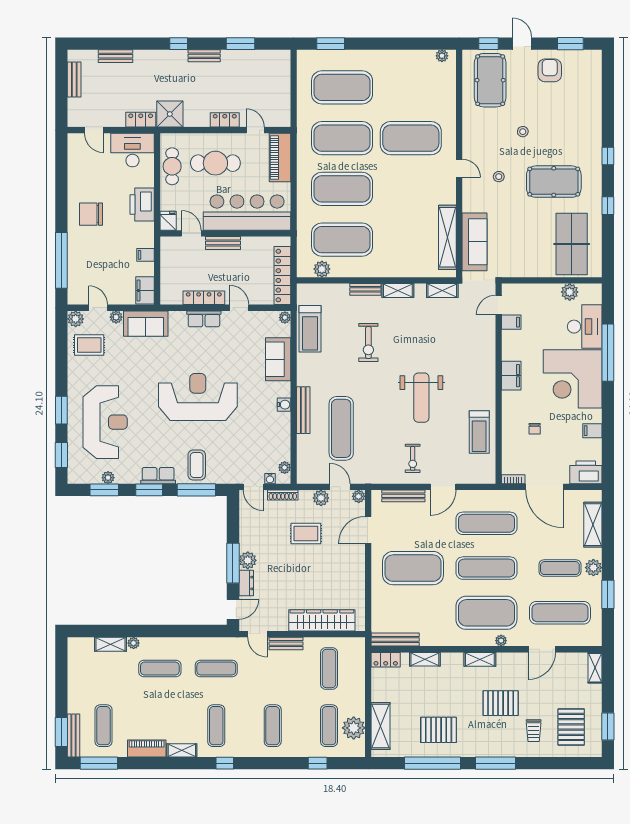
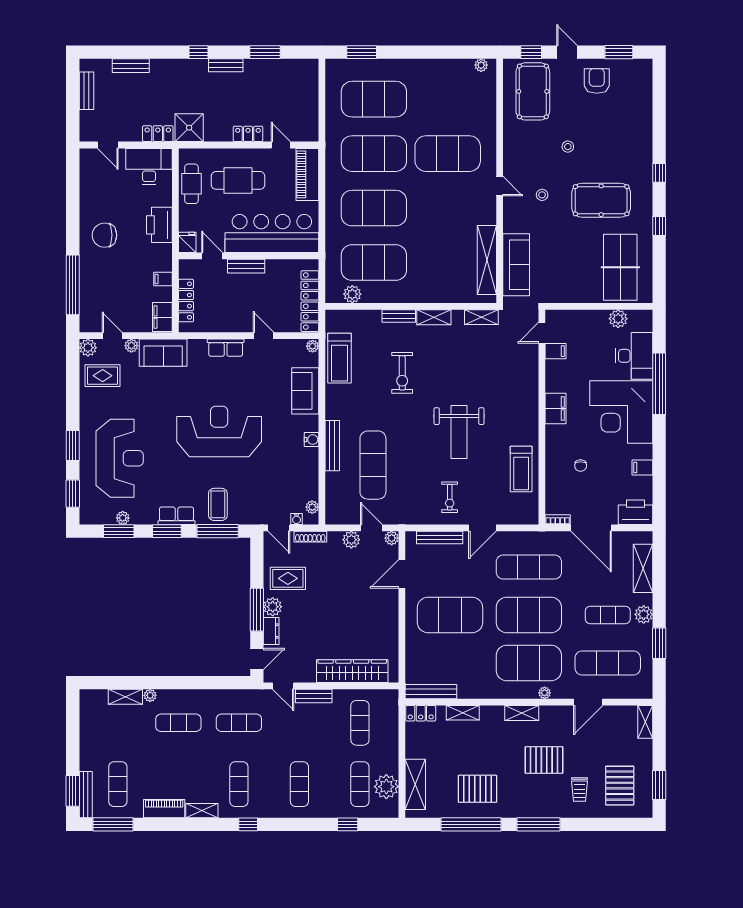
locker: (204, 298) -> (186, 301), moved, turned 90
rug: (306, 534) -> (288, 578), moved
exercise mat: (486, 568) -> (529, 615), width x1.47

